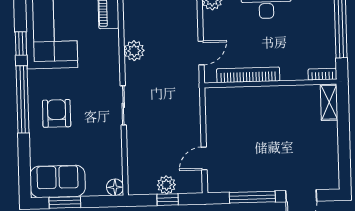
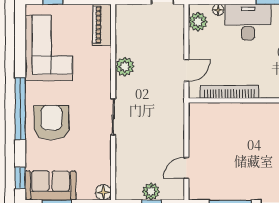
window: (21, 44) -> (20, 178), moved
armchair: (57, 113) -> (51, 123), width x1.36, depth x1.36

